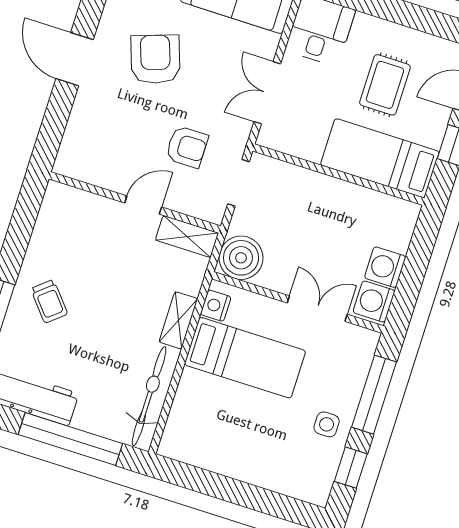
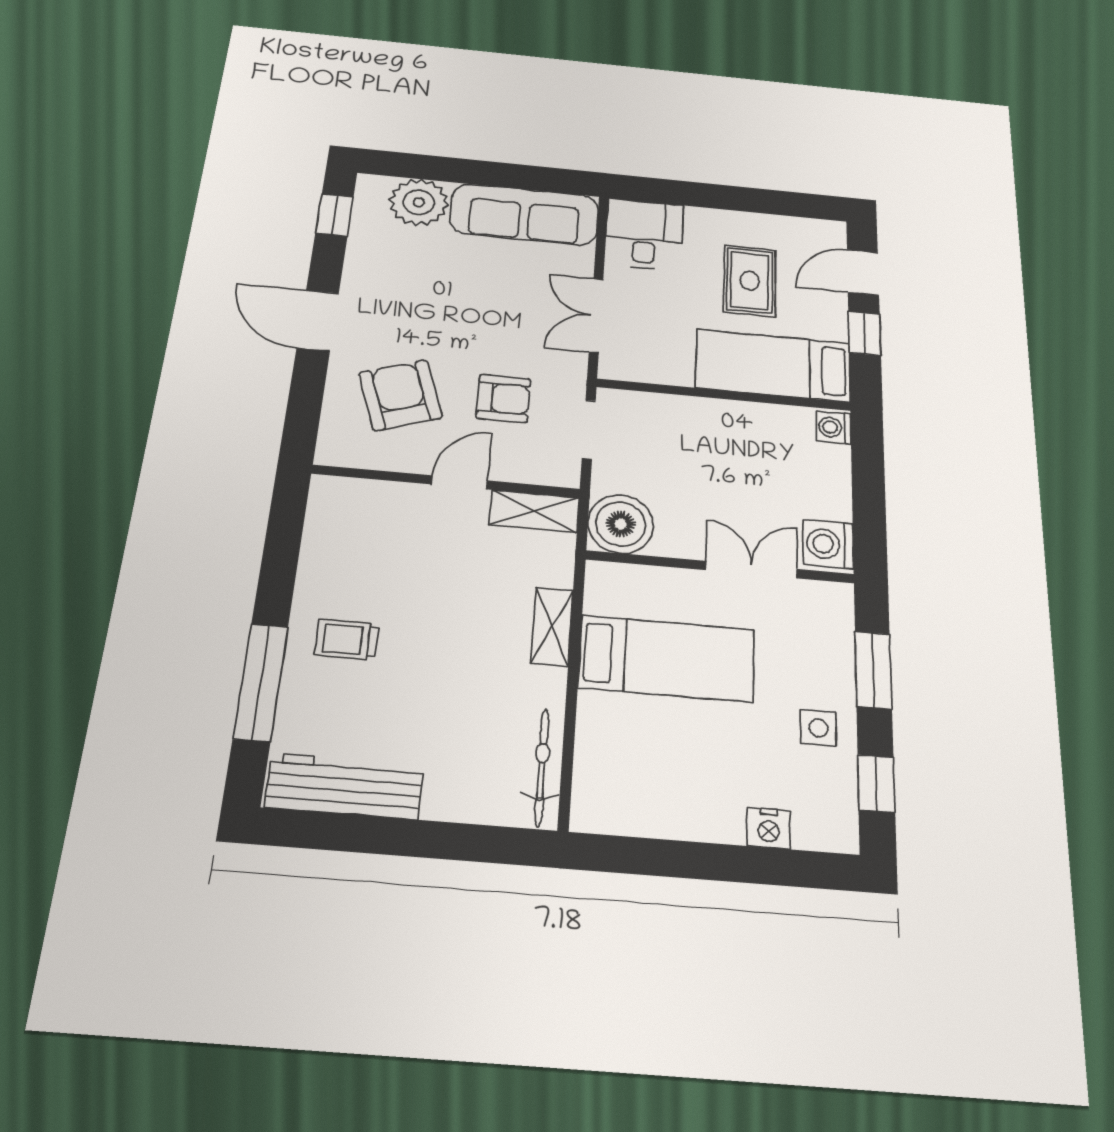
armchair: (155, 59) -> (400, 395), moved
washing machine: (385, 267) -> (834, 427), moved, width x0.73, depth x0.73
trolley: (49, 301) -> (347, 640), turned 130
nightstand: (216, 306) -> (769, 828), moved, turned -90
window: (374, 395) -> (873, 670), width x0.69
bicycle: (149, 396) -> (542, 767), width x0.73, depth x0.71
window: (70, 439) -> (425, 839), removed

